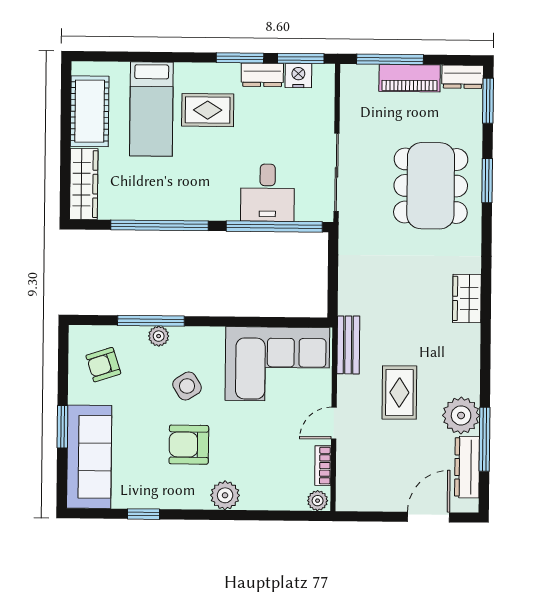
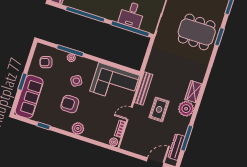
dining table: (431, 186) -> (197, 32), turned 90
wardrobe: (467, 299) -> (194, 92), moved
bench: (348, 345) -> (143, 89), width x1.36
plant: (461, 415) -> (186, 109), moved

